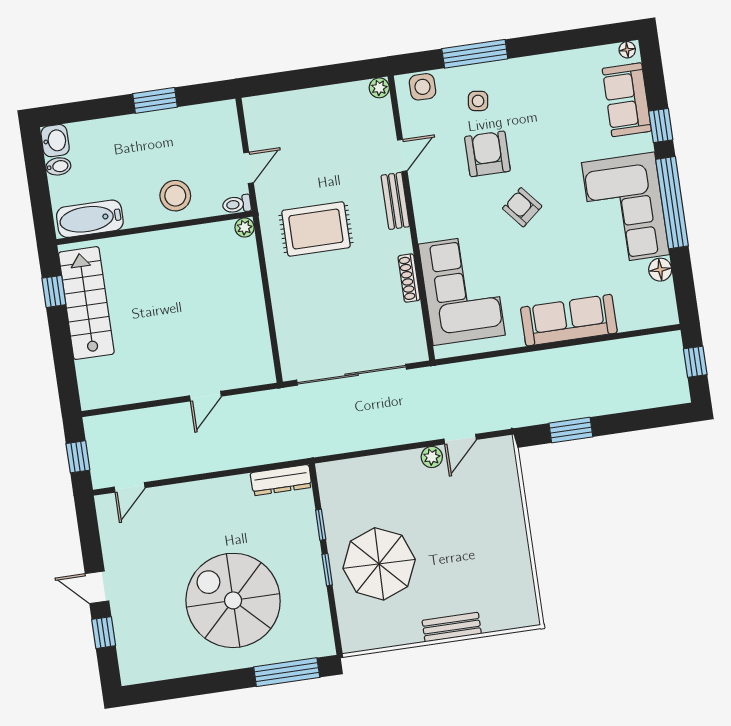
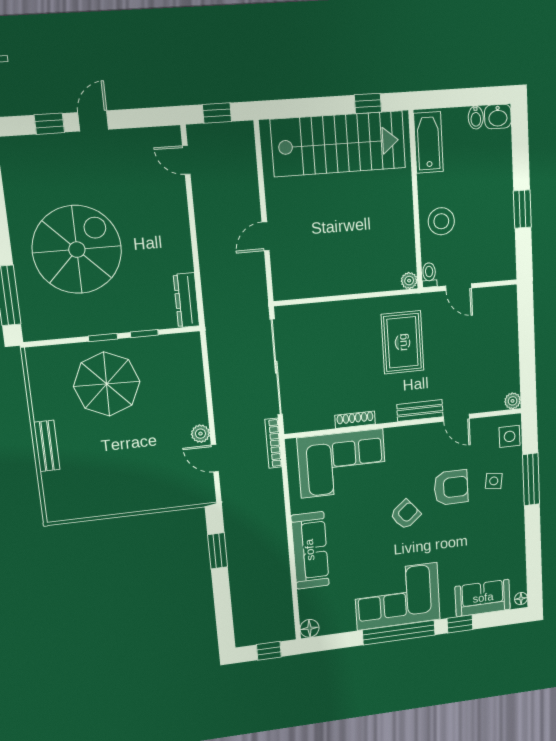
floor lamp: (660, 270) -> (309, 628), moved
stairs: (86, 303) -> (338, 144), width x1.36, depth x1.51
bookcase: (440, 372) -> (273, 443), added
door: (205, 396) -> (266, 236), hinge flipped

